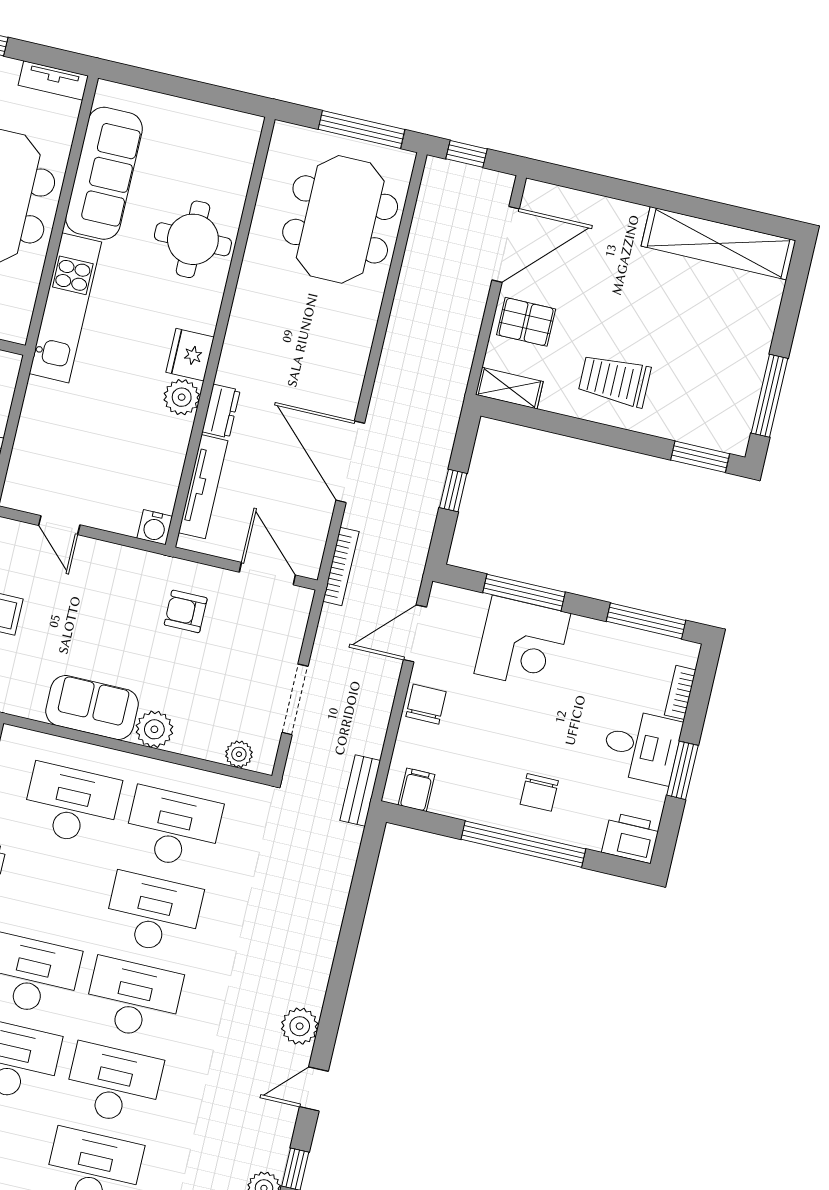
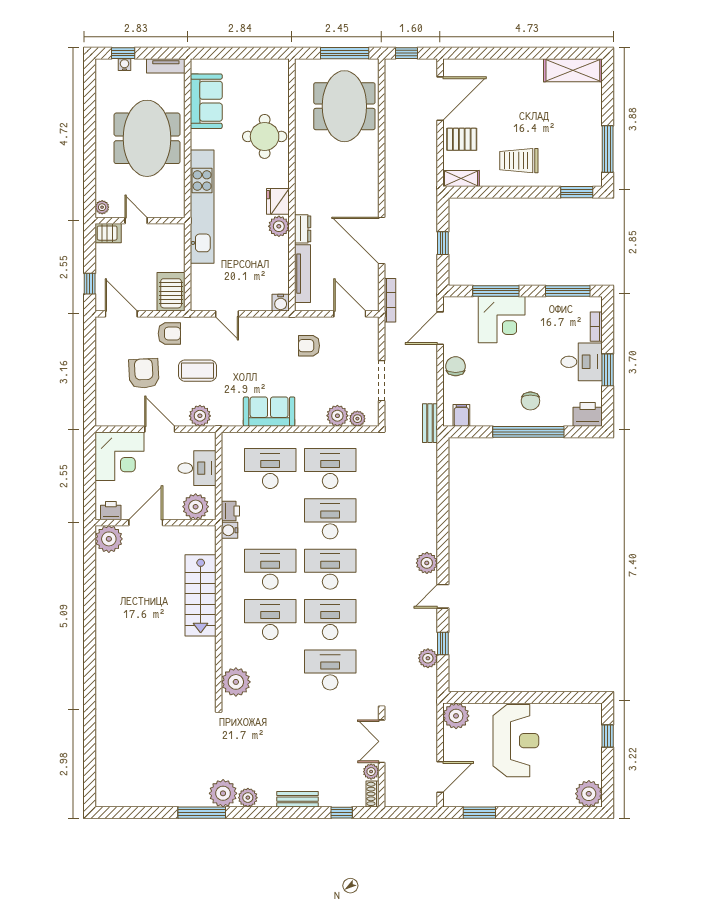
sofa: (104, 173) -> (206, 101), width x0.73
shelving: (718, 243) -> (573, 70), width x0.68
kitchen unit: (65, 308) -> (202, 207), width x1.36
plant: (154, 729) -> (337, 416), moved

